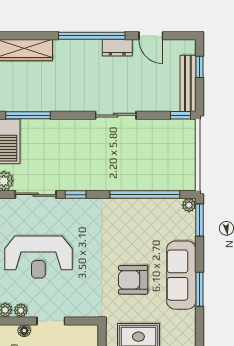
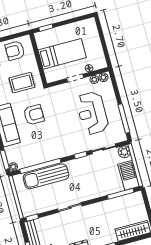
sun lounger: (140, 175) -> (46, 176), added
reception desk: (38, 257) -> (92, 113), turned -90

